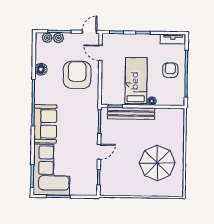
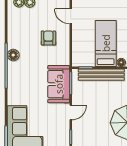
floor lamp: (41, 69) -> (13, 55), moved
armchair: (77, 75) -> (48, 38), width x0.53, depth x0.53
sofa: (45, 124) -> (59, 84), moved, turned 180

